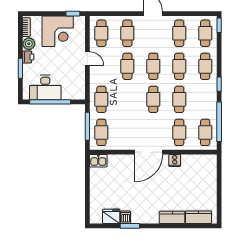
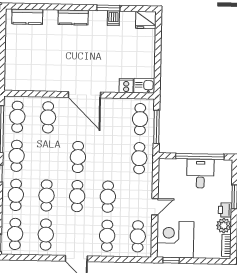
corner desk: (58, 31) -> (175, 239), moved
door: (87, 59) -> (155, 207), swing flipped
desk: (45, 87) -> (200, 174), width x0.73
cafe table: (179, 99) -> (17, 156), moved
door: (149, 152) -> (84, 95), swing flipped
cooker: (175, 160) -> (126, 86), moved
fridge: (111, 216) -> (146, 20), moved
kitchen counter: (172, 217) -> (73, 17), moved

